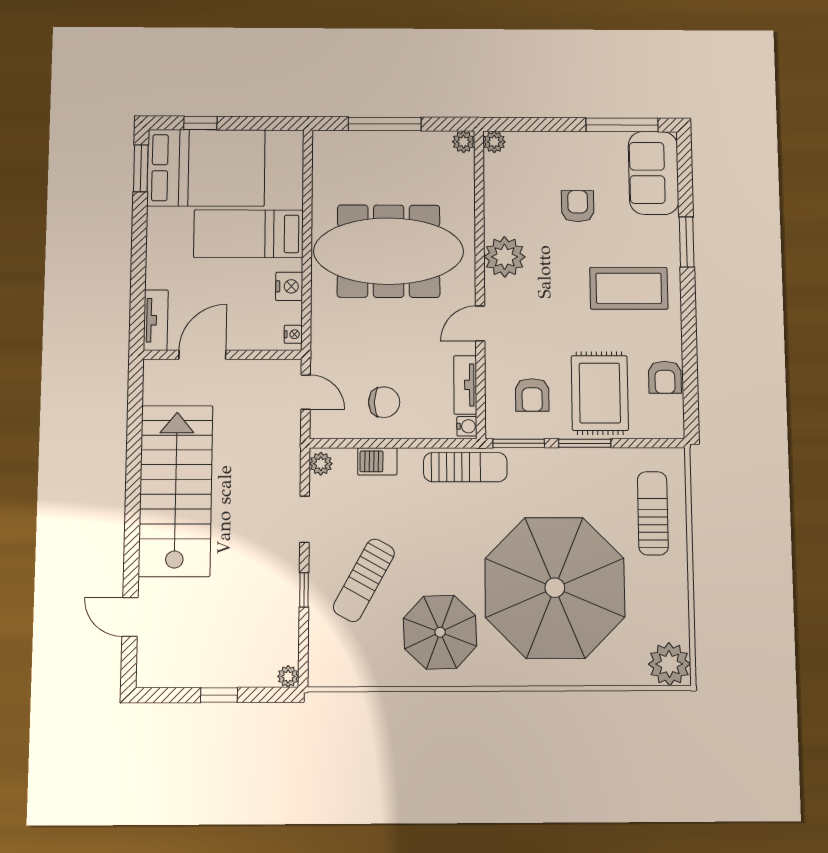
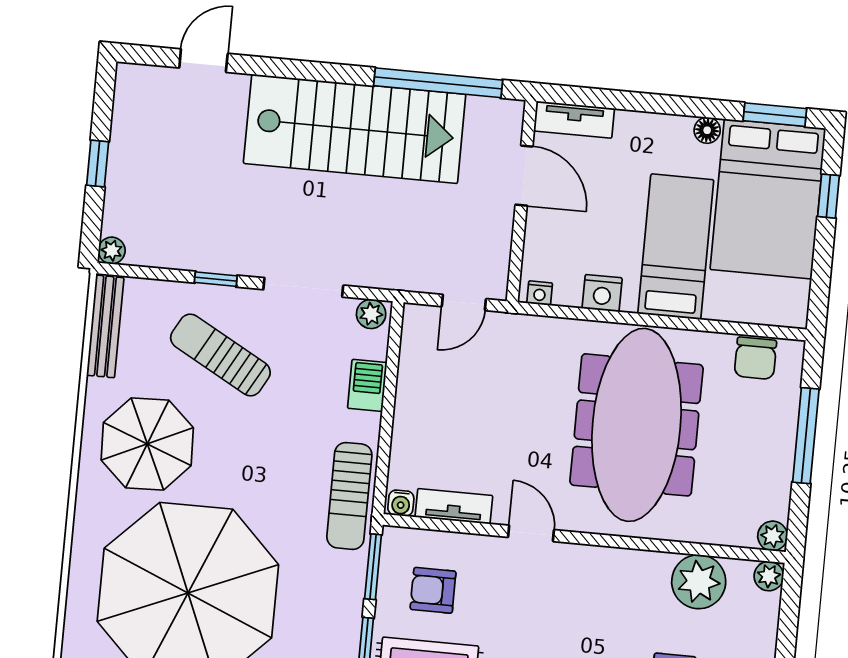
floor lamp: (157, 218) -> (707, 130), added
plant: (505, 257) -> (699, 582), moved
chair: (384, 402) -> (755, 358), moved
window: (134, 428) -> (438, 83), added
doorway: (305, 519) -> (303, 287), width x1.38
bench: (349, 676) -> (105, 326), added

